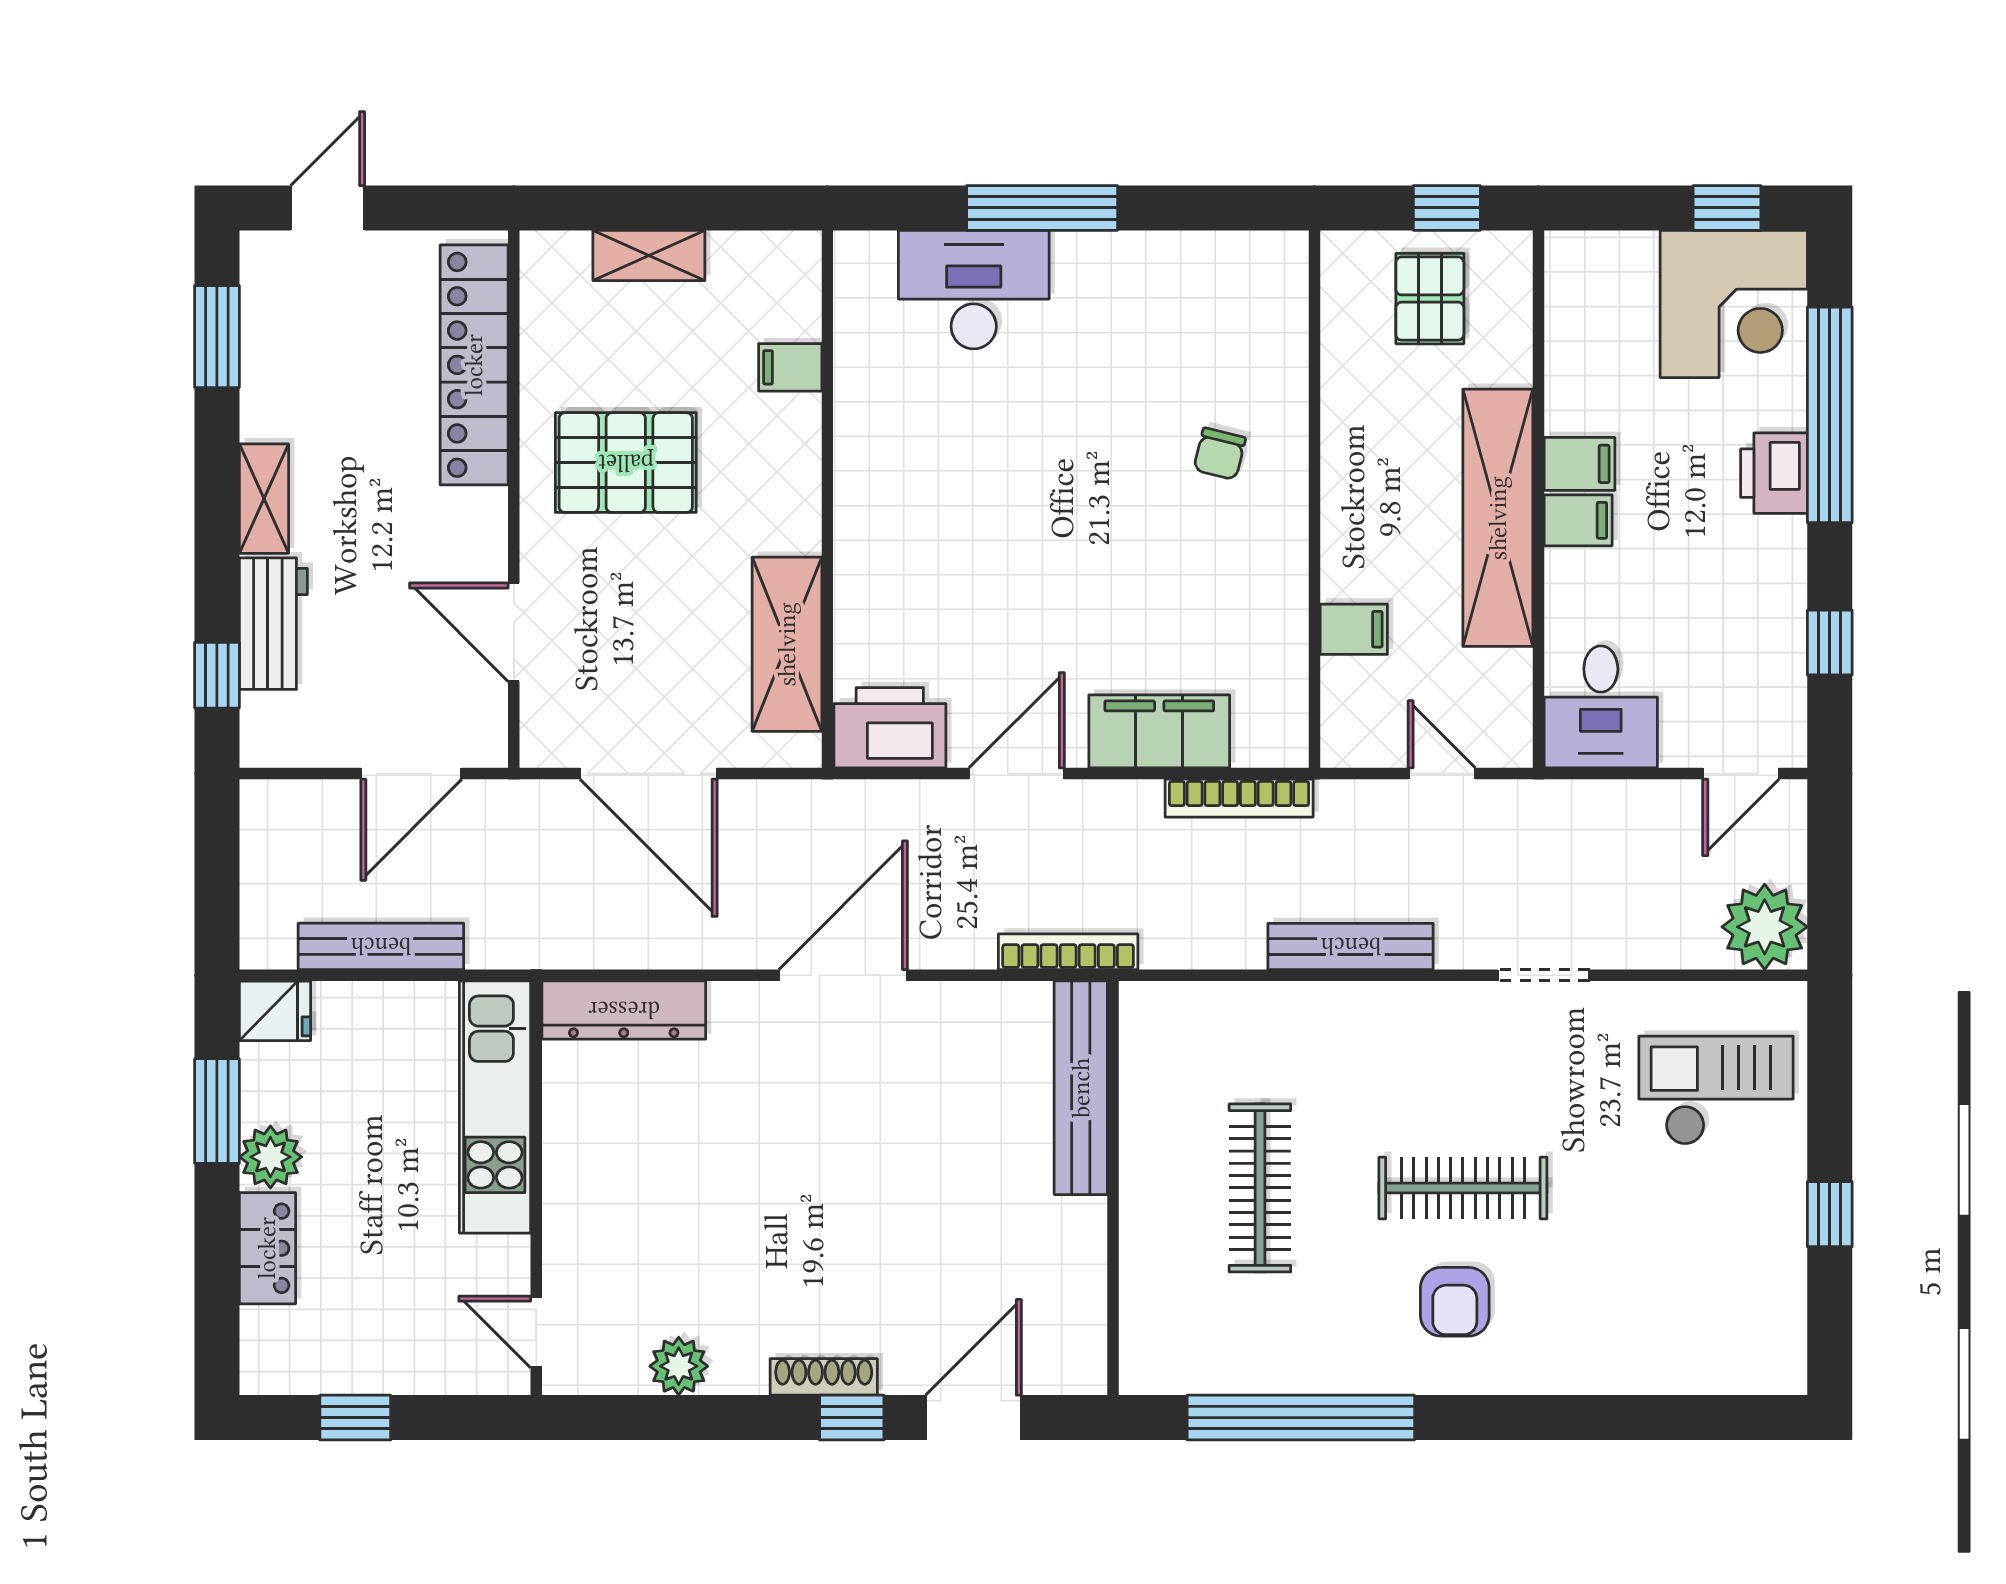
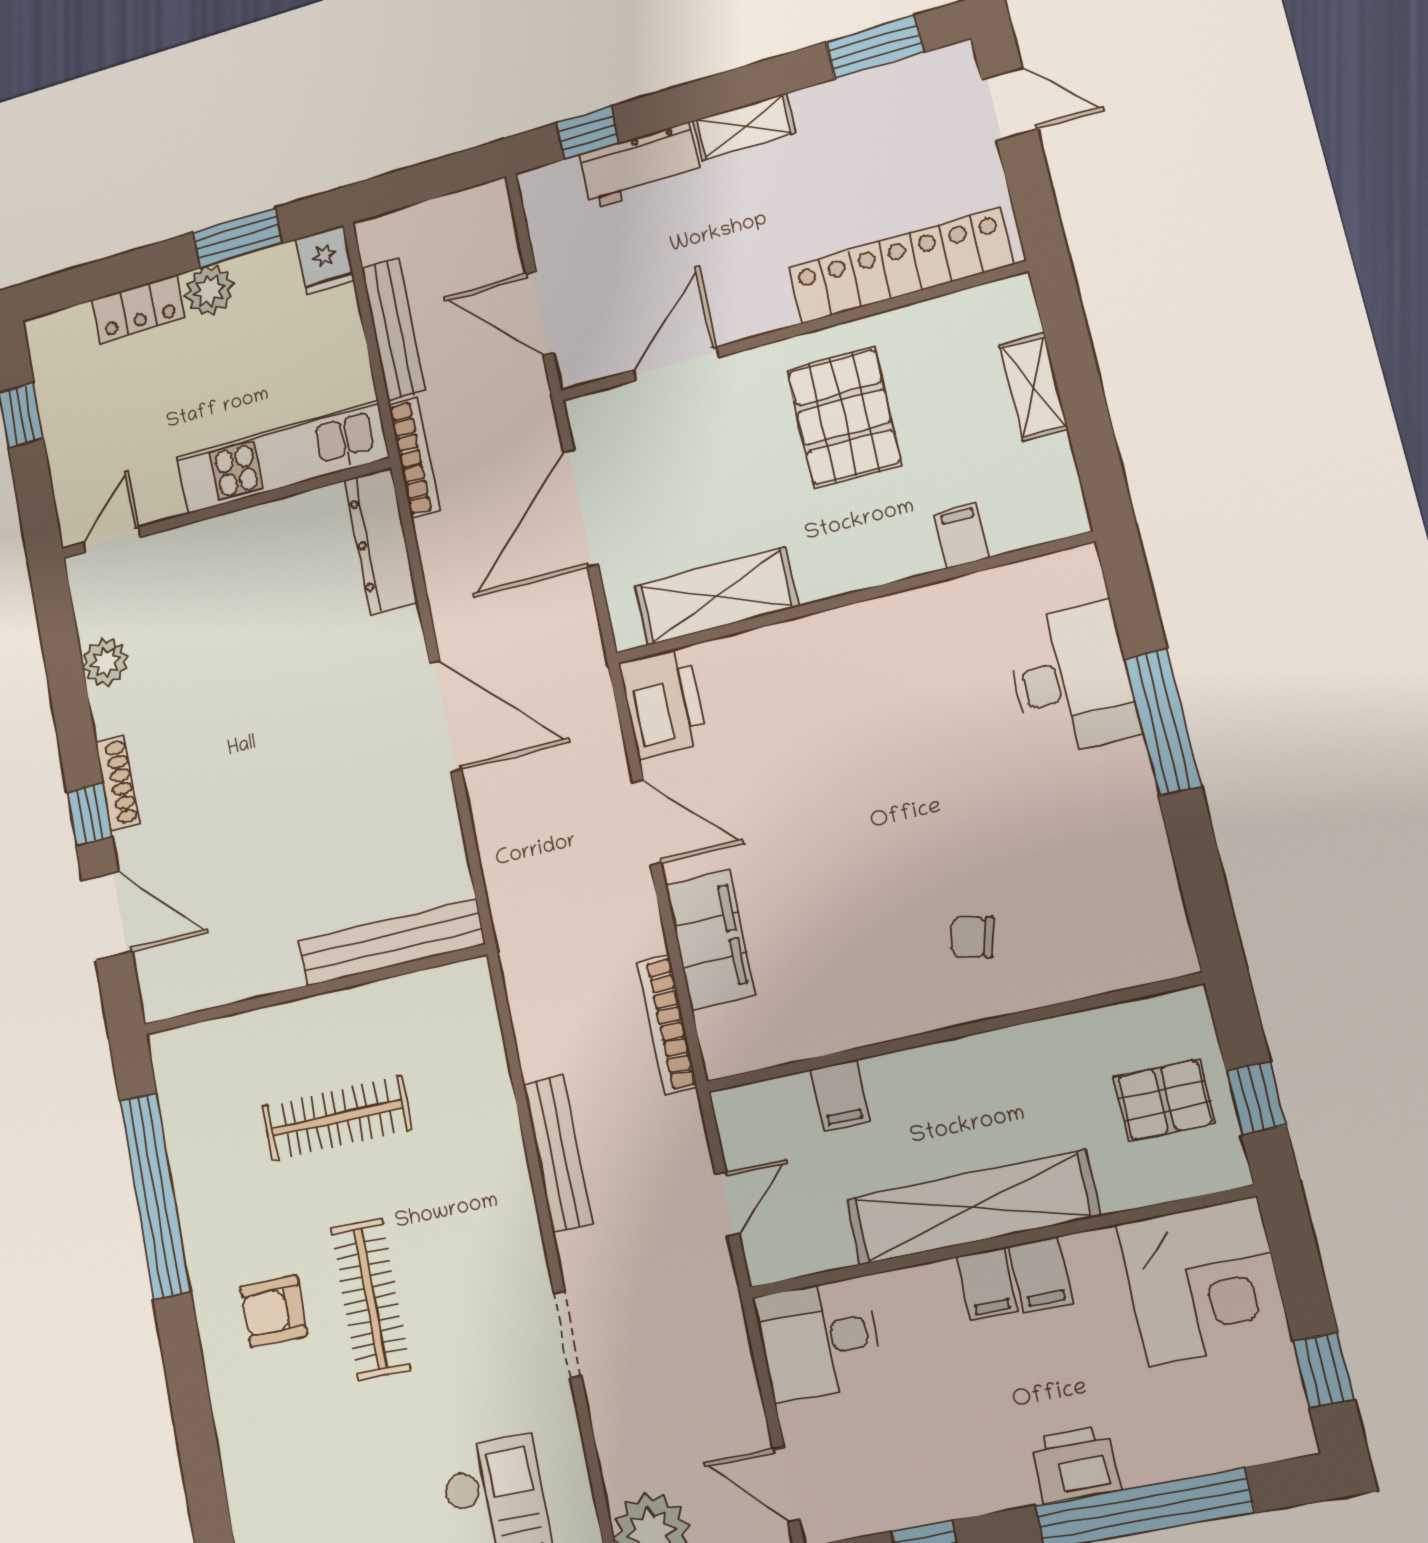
corner desk: (1734, 304) -> (1203, 1281), moved, turned -90
bookcase: (1068, 952) -> (414, 457), moved

